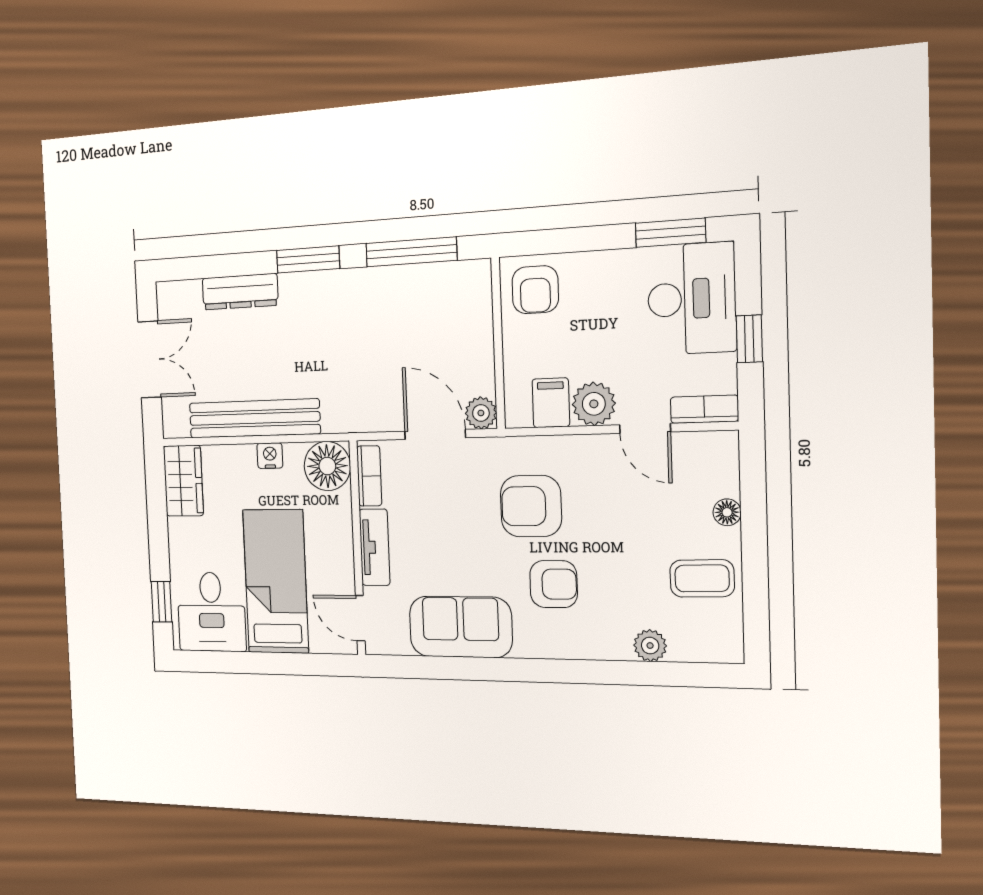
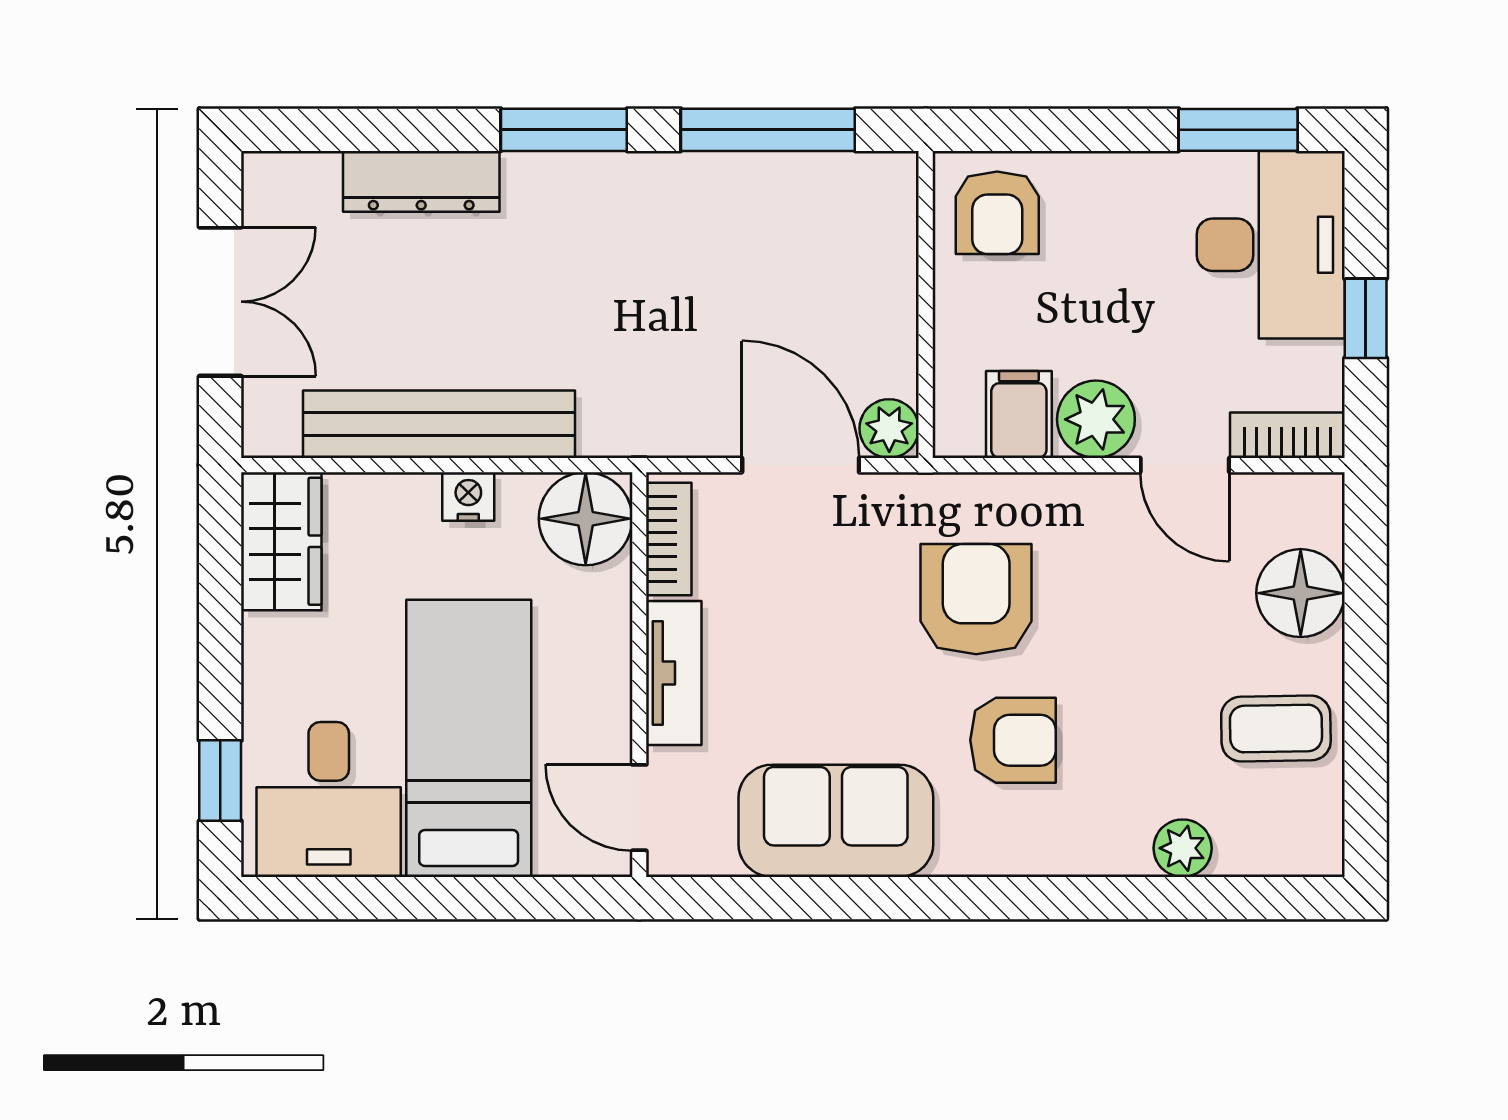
armchair: (531, 506) -> (976, 599), turned 90
floor lamp: (727, 512) -> (1301, 593), width x1.89, depth x1.89

